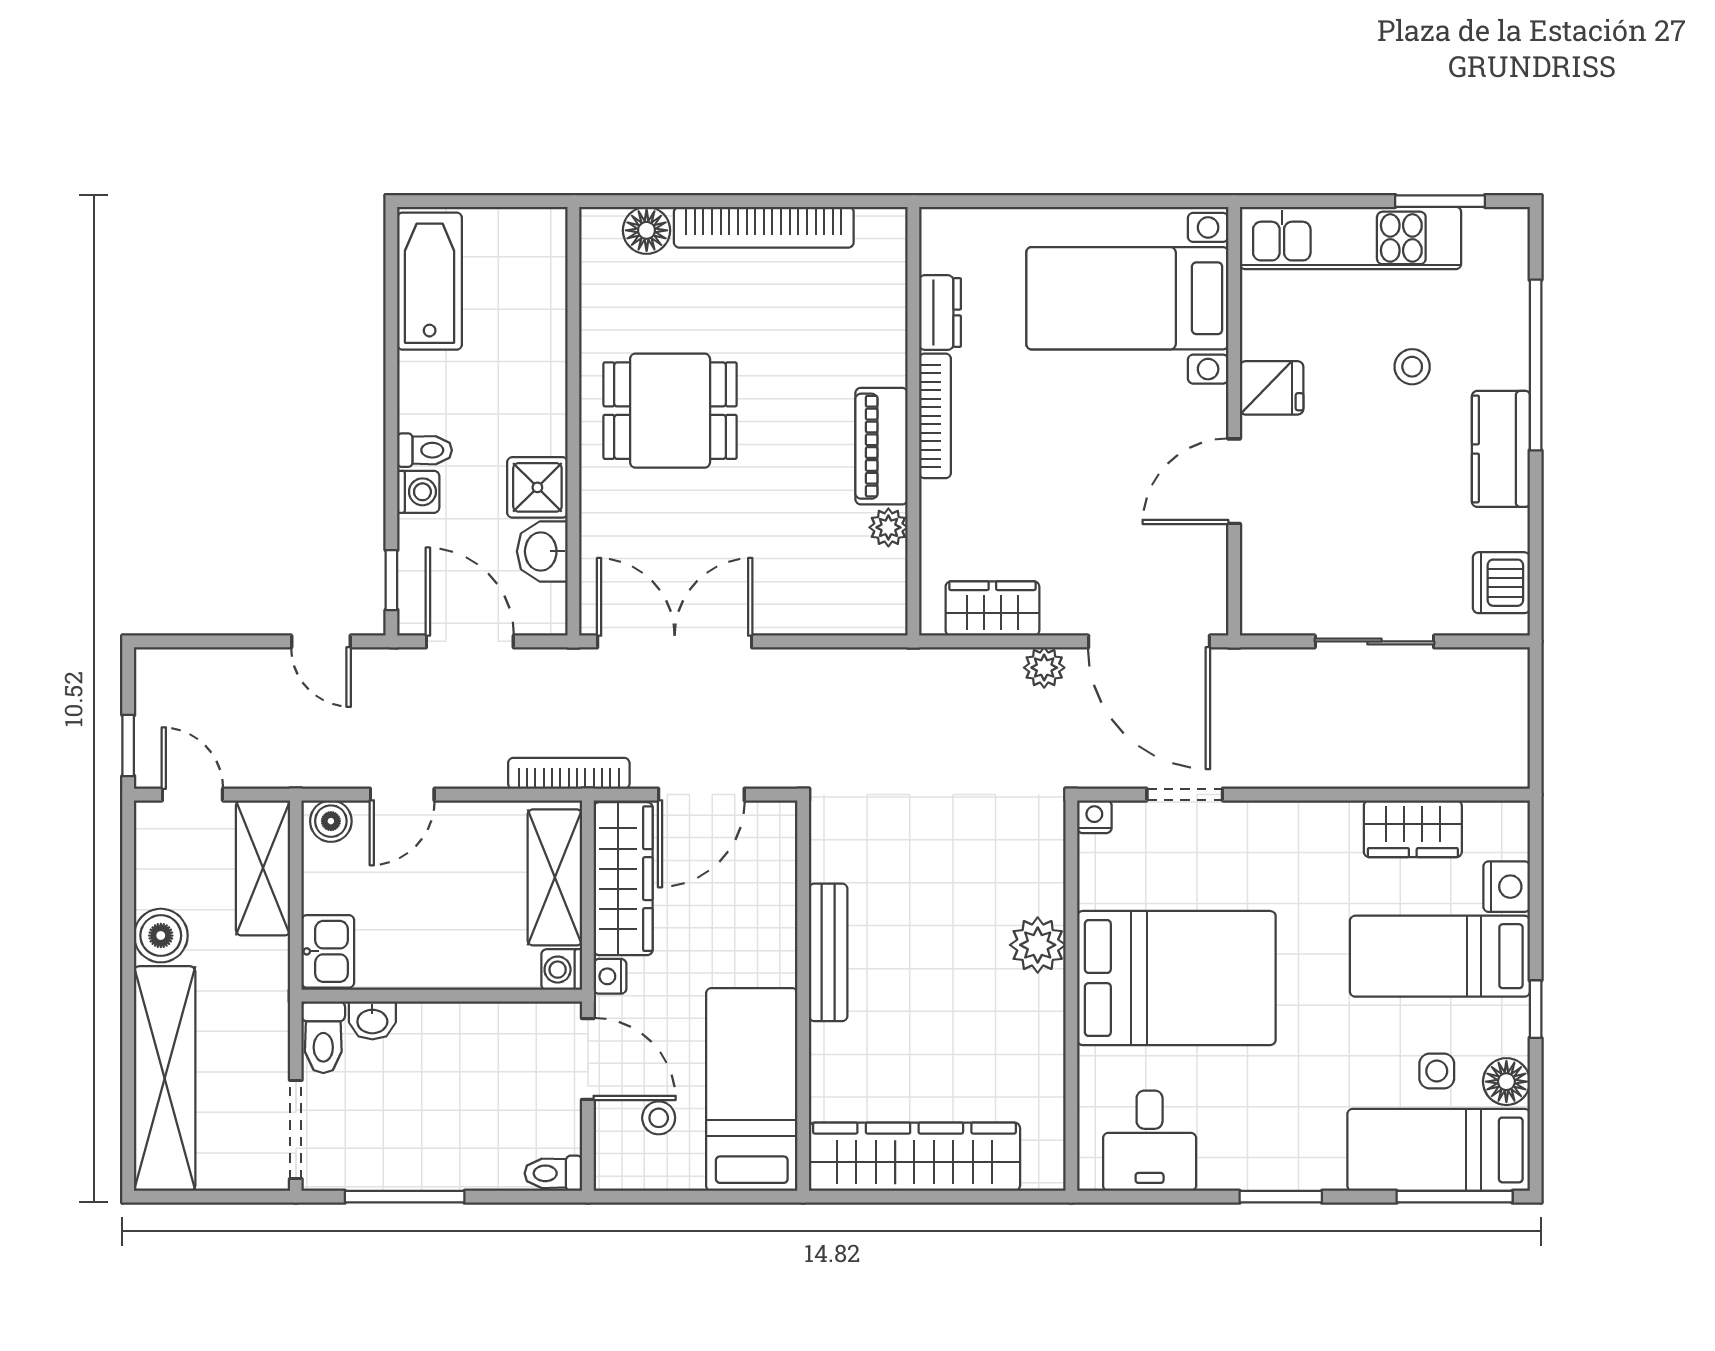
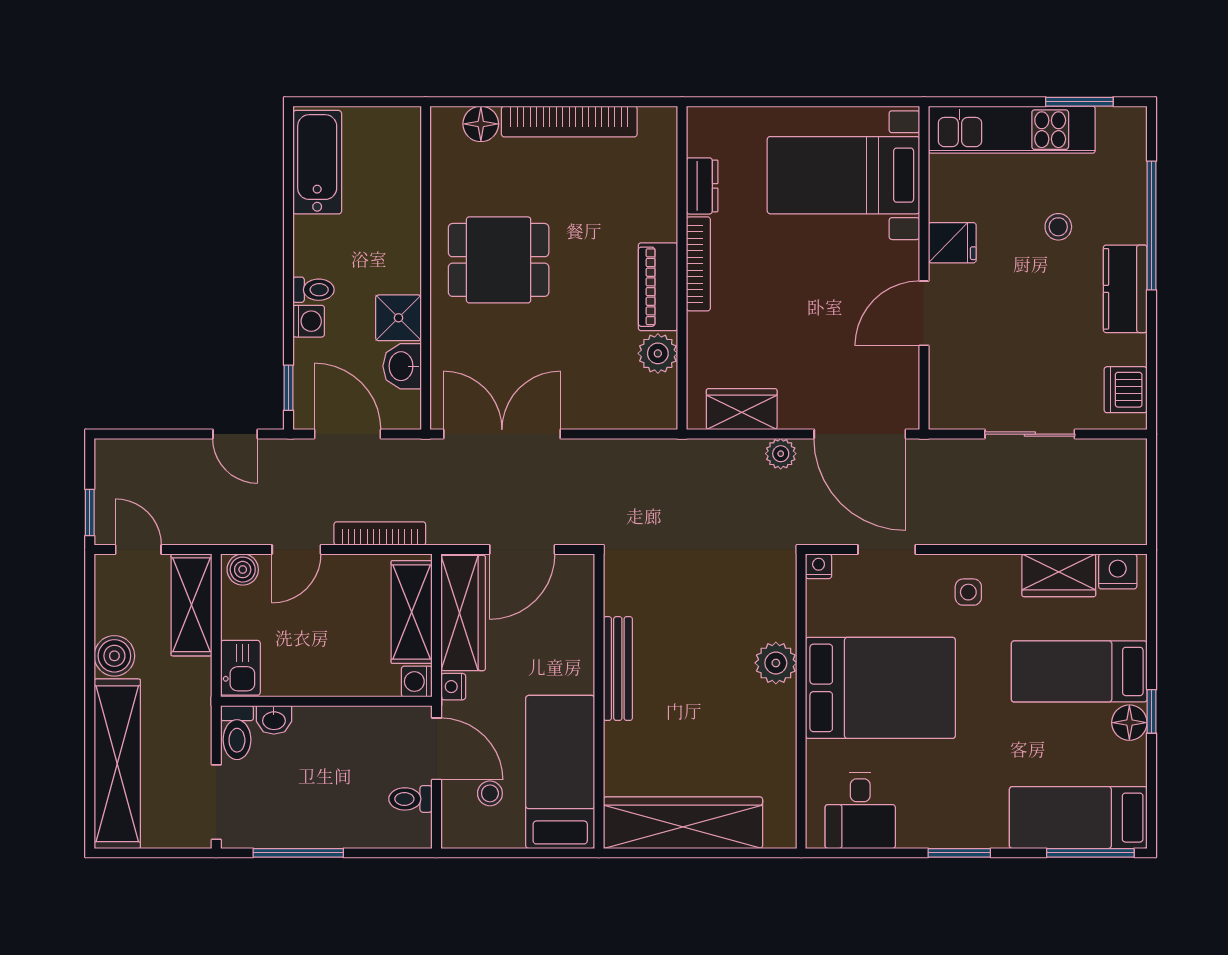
plant: (888, 527) -> (658, 353), width x1.38, depth x1.38
bookcase: (569, 773) -> (380, 533), moved
nightstand: (1507, 887) -> (1118, 571), moved, turned -90
side table: (1437, 1071) -> (968, 592), moved
floor lamp: (1506, 1082) -> (1129, 723), moved
toilet: (553, 1173) -> (410, 799), moved

